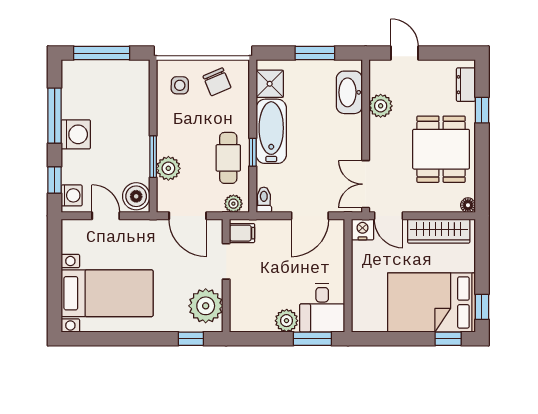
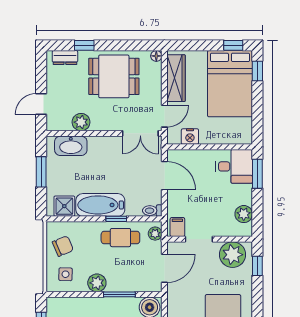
plant: (168, 168) -> (97, 283), moved
nightstand: (362, 229) -> (190, 137), moved, turned -90
plant: (287, 321) -> (244, 214), moved

